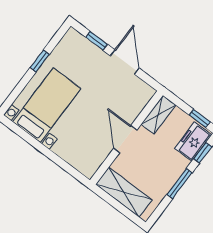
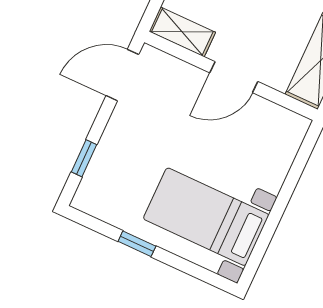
door: (125, 62) -> (122, 75), moved

